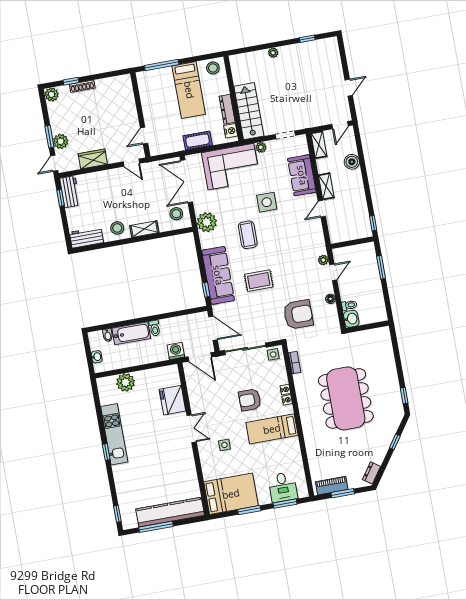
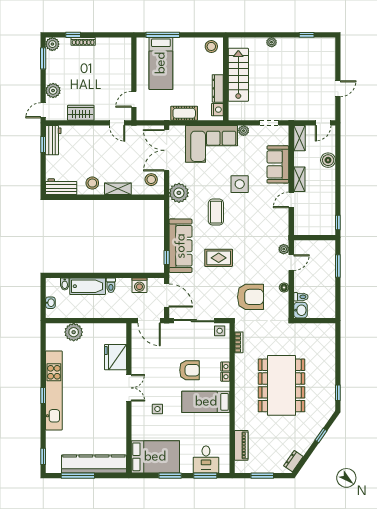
bed: (189, 90) -> (161, 63), moved
stairs: (249, 111) -> (238, 75), moved
window: (49, 137) -> (43, 58), moved
washing machine: (176, 351) -> (139, 285), moved, turned 180
armchair: (250, 400) -> (189, 370), turned 180
kitchen unit: (114, 434) -> (54, 390), width x1.36
piano: (332, 486) -> (241, 445), moved, turned 90

